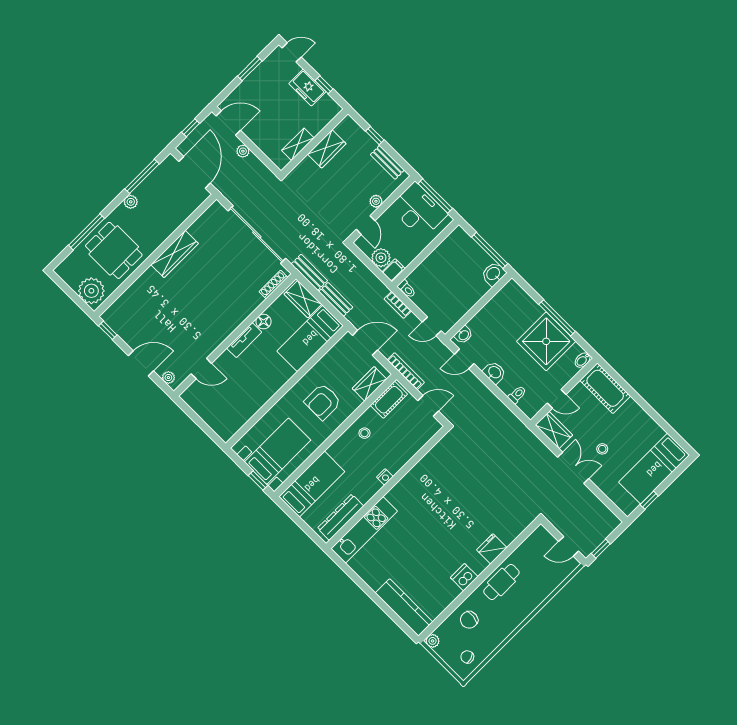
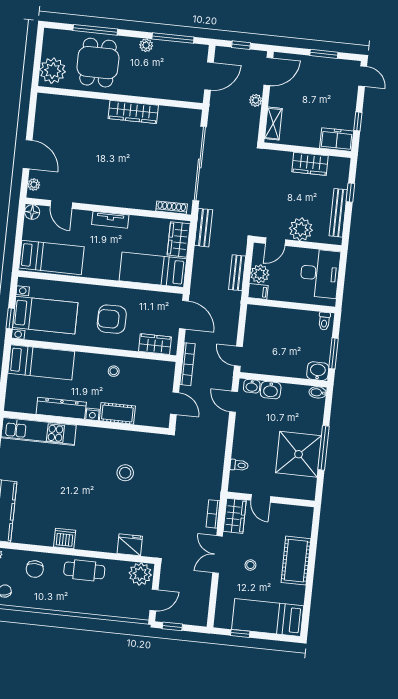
freezer: (307, 88) -> (337, 140), moved, turned 90
door: (228, 123) -> (268, 71), hinge flipped
shelving: (298, 144) -> (273, 124), moved, turned 90
bench: (387, 162) -> (338, 213), width x1.36
door: (195, 172) -> (209, 76), width x0.73
window: (435, 196) -> (342, 277), removed
plant: (376, 201) -> (301, 229), width x1.88, depth x1.88
window: (490, 250) -> (333, 353), width x0.69
toilet: (407, 289) -> (324, 321), moved
bench: (336, 299) -> (237, 273), moved
bookcase: (398, 305) -> (213, 514), moved
floor lamp: (263, 322) -> (32, 212), moved
window: (108, 330) -> (32, 108), removed
bidet: (583, 360) -> (318, 392), moved
washbasin: (494, 373) -> (271, 390), moved, turned 90
cot: (605, 388) -> (296, 561), moved
cot: (389, 400) -> (117, 413), moved
bed: (236, 410) -> (51, 257), added
double door: (573, 468) -> (218, 554), swing flipped
stool: (451, 488) -> (125, 473), added
dresser: (341, 517) -> (61, 408), moved
plant: (540, 541) -> (140, 574), added
door: (569, 546) -> (154, 600), swing flipped
fridge: (492, 549) -> (130, 545), moved
chair: (469, 620) -> (35, 569), turned -96

